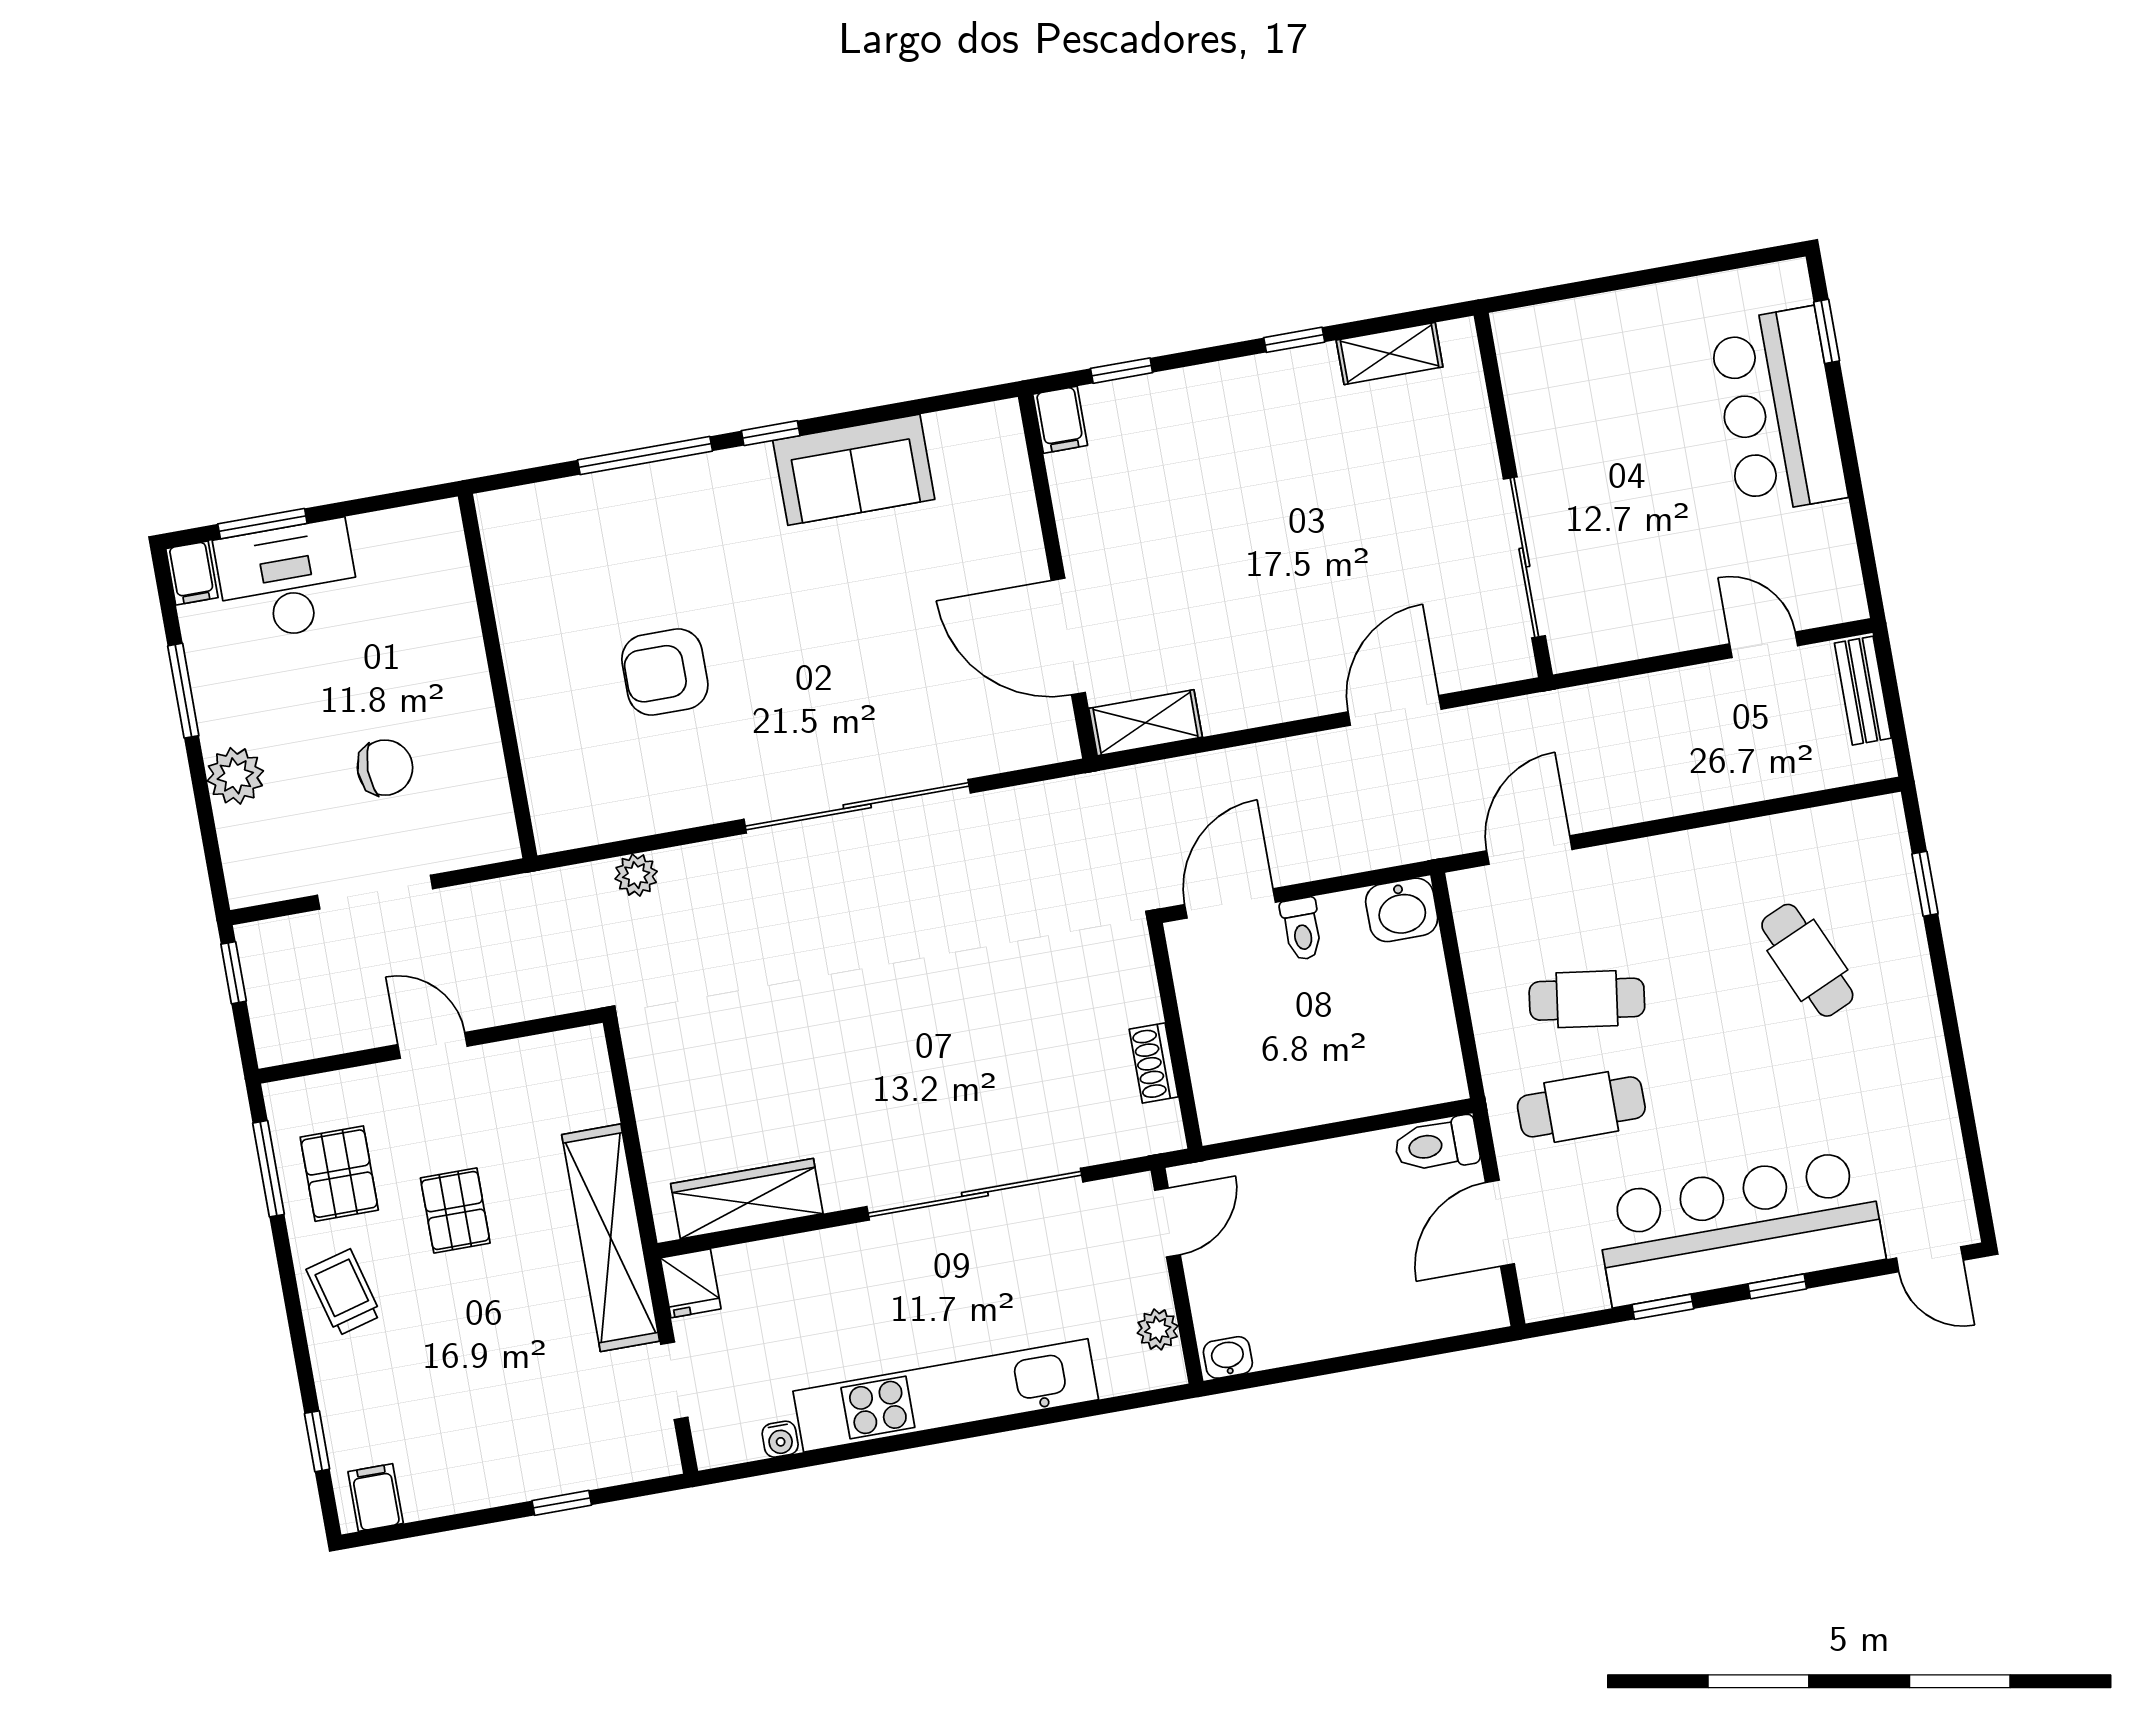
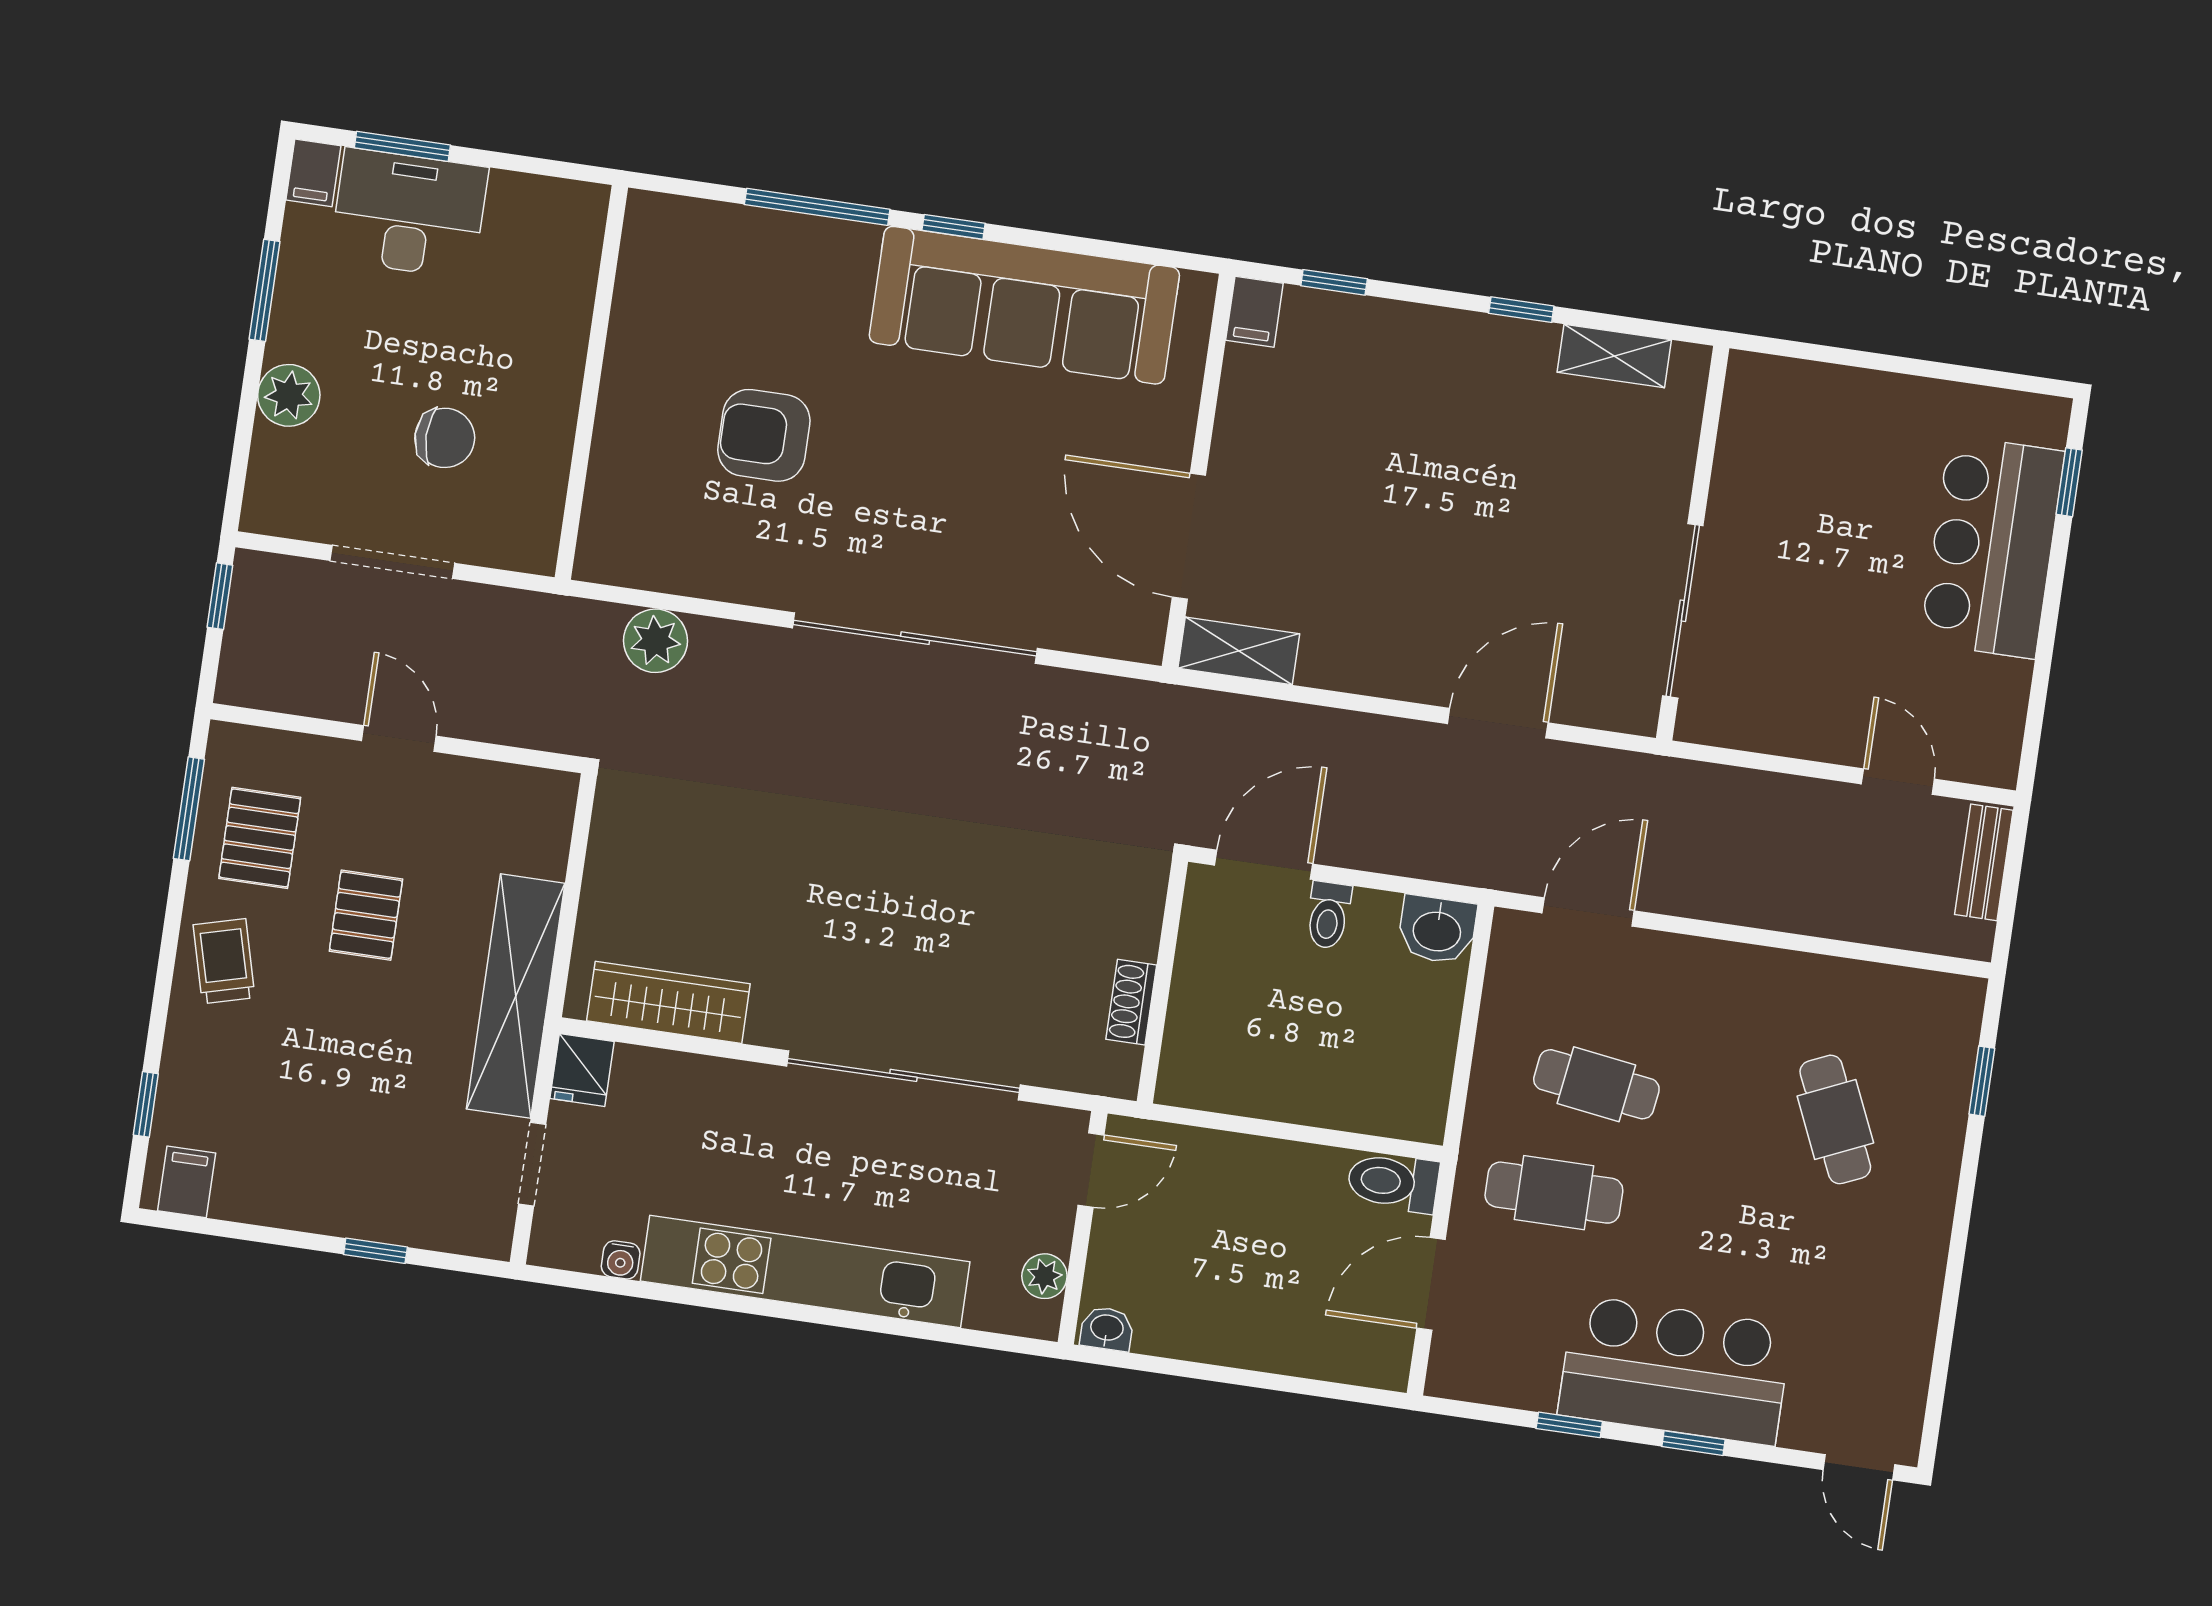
sofa: (854, 470) -> (1024, 305), width x1.85, depth x1.27
plant: (636, 875) -> (655, 641), width x1.38, depth x1.38
bar counter: (1740, 1228) -> (1675, 1370), width x0.73

